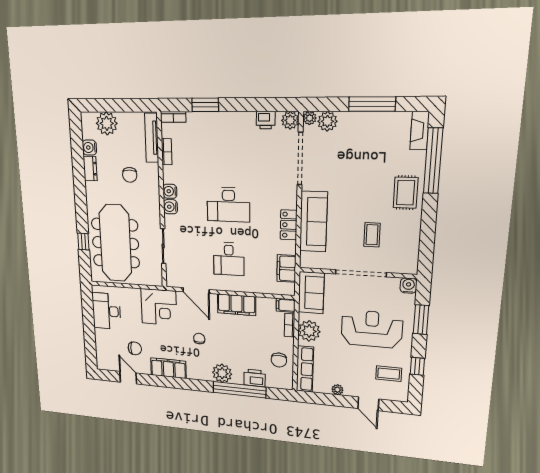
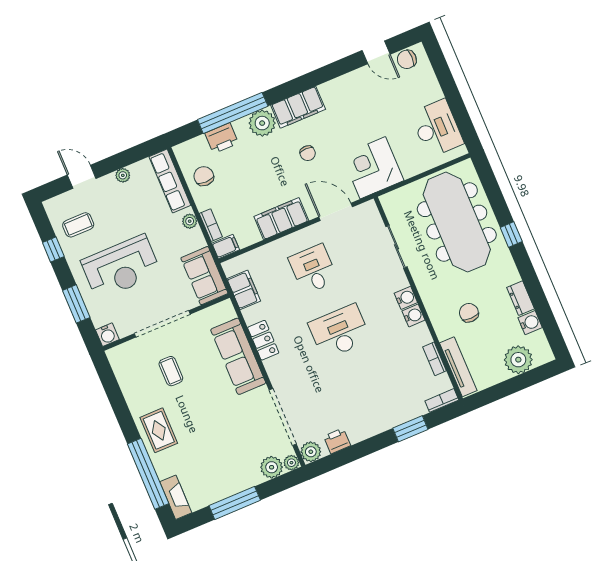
window: (83, 242) -> (511, 234), moved
plant: (309, 331) -> (190, 221), width x0.53, depth x0.53
chair: (135, 348) -> (407, 59), moved
filing cabinet: (168, 368) -> (298, 107), moved

